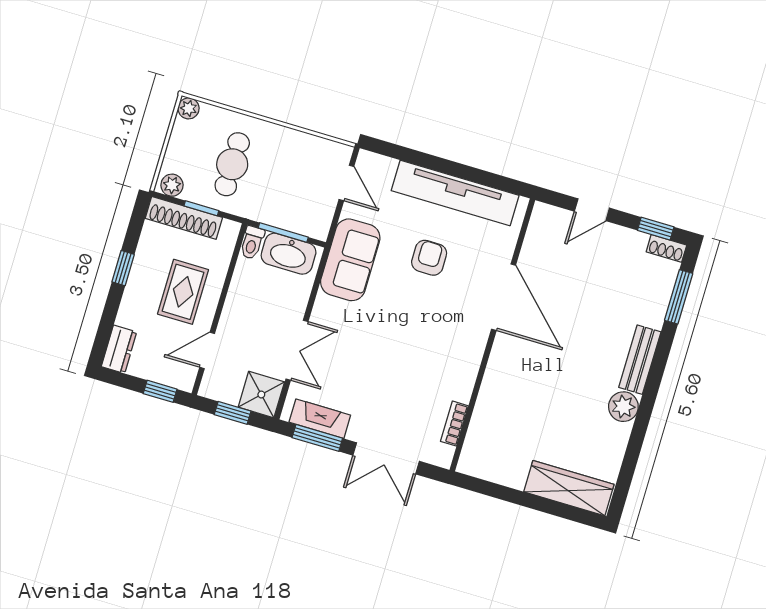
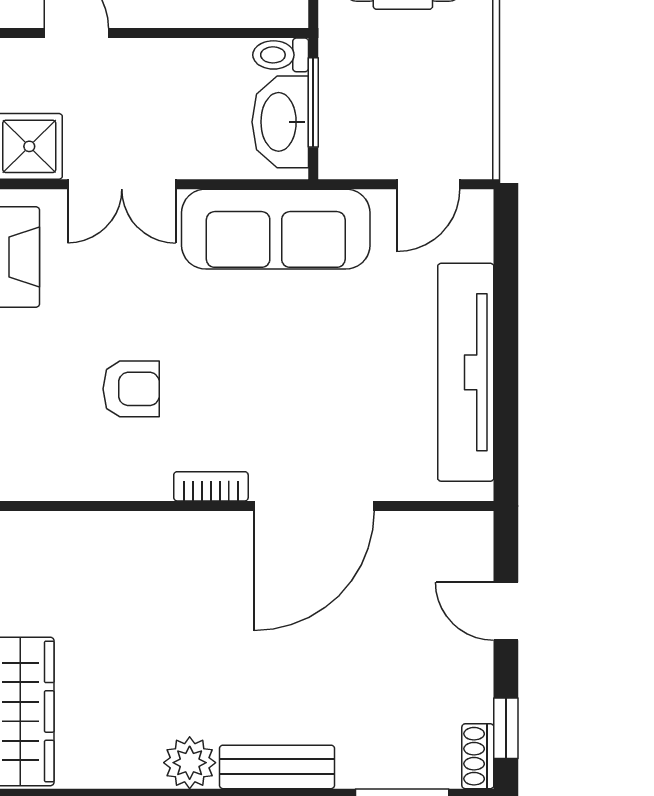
armchair: (429, 258) -> (131, 389), moved
sofa: (350, 260) -> (276, 229), width x1.36
bookcase: (454, 424) -> (211, 486), moved

